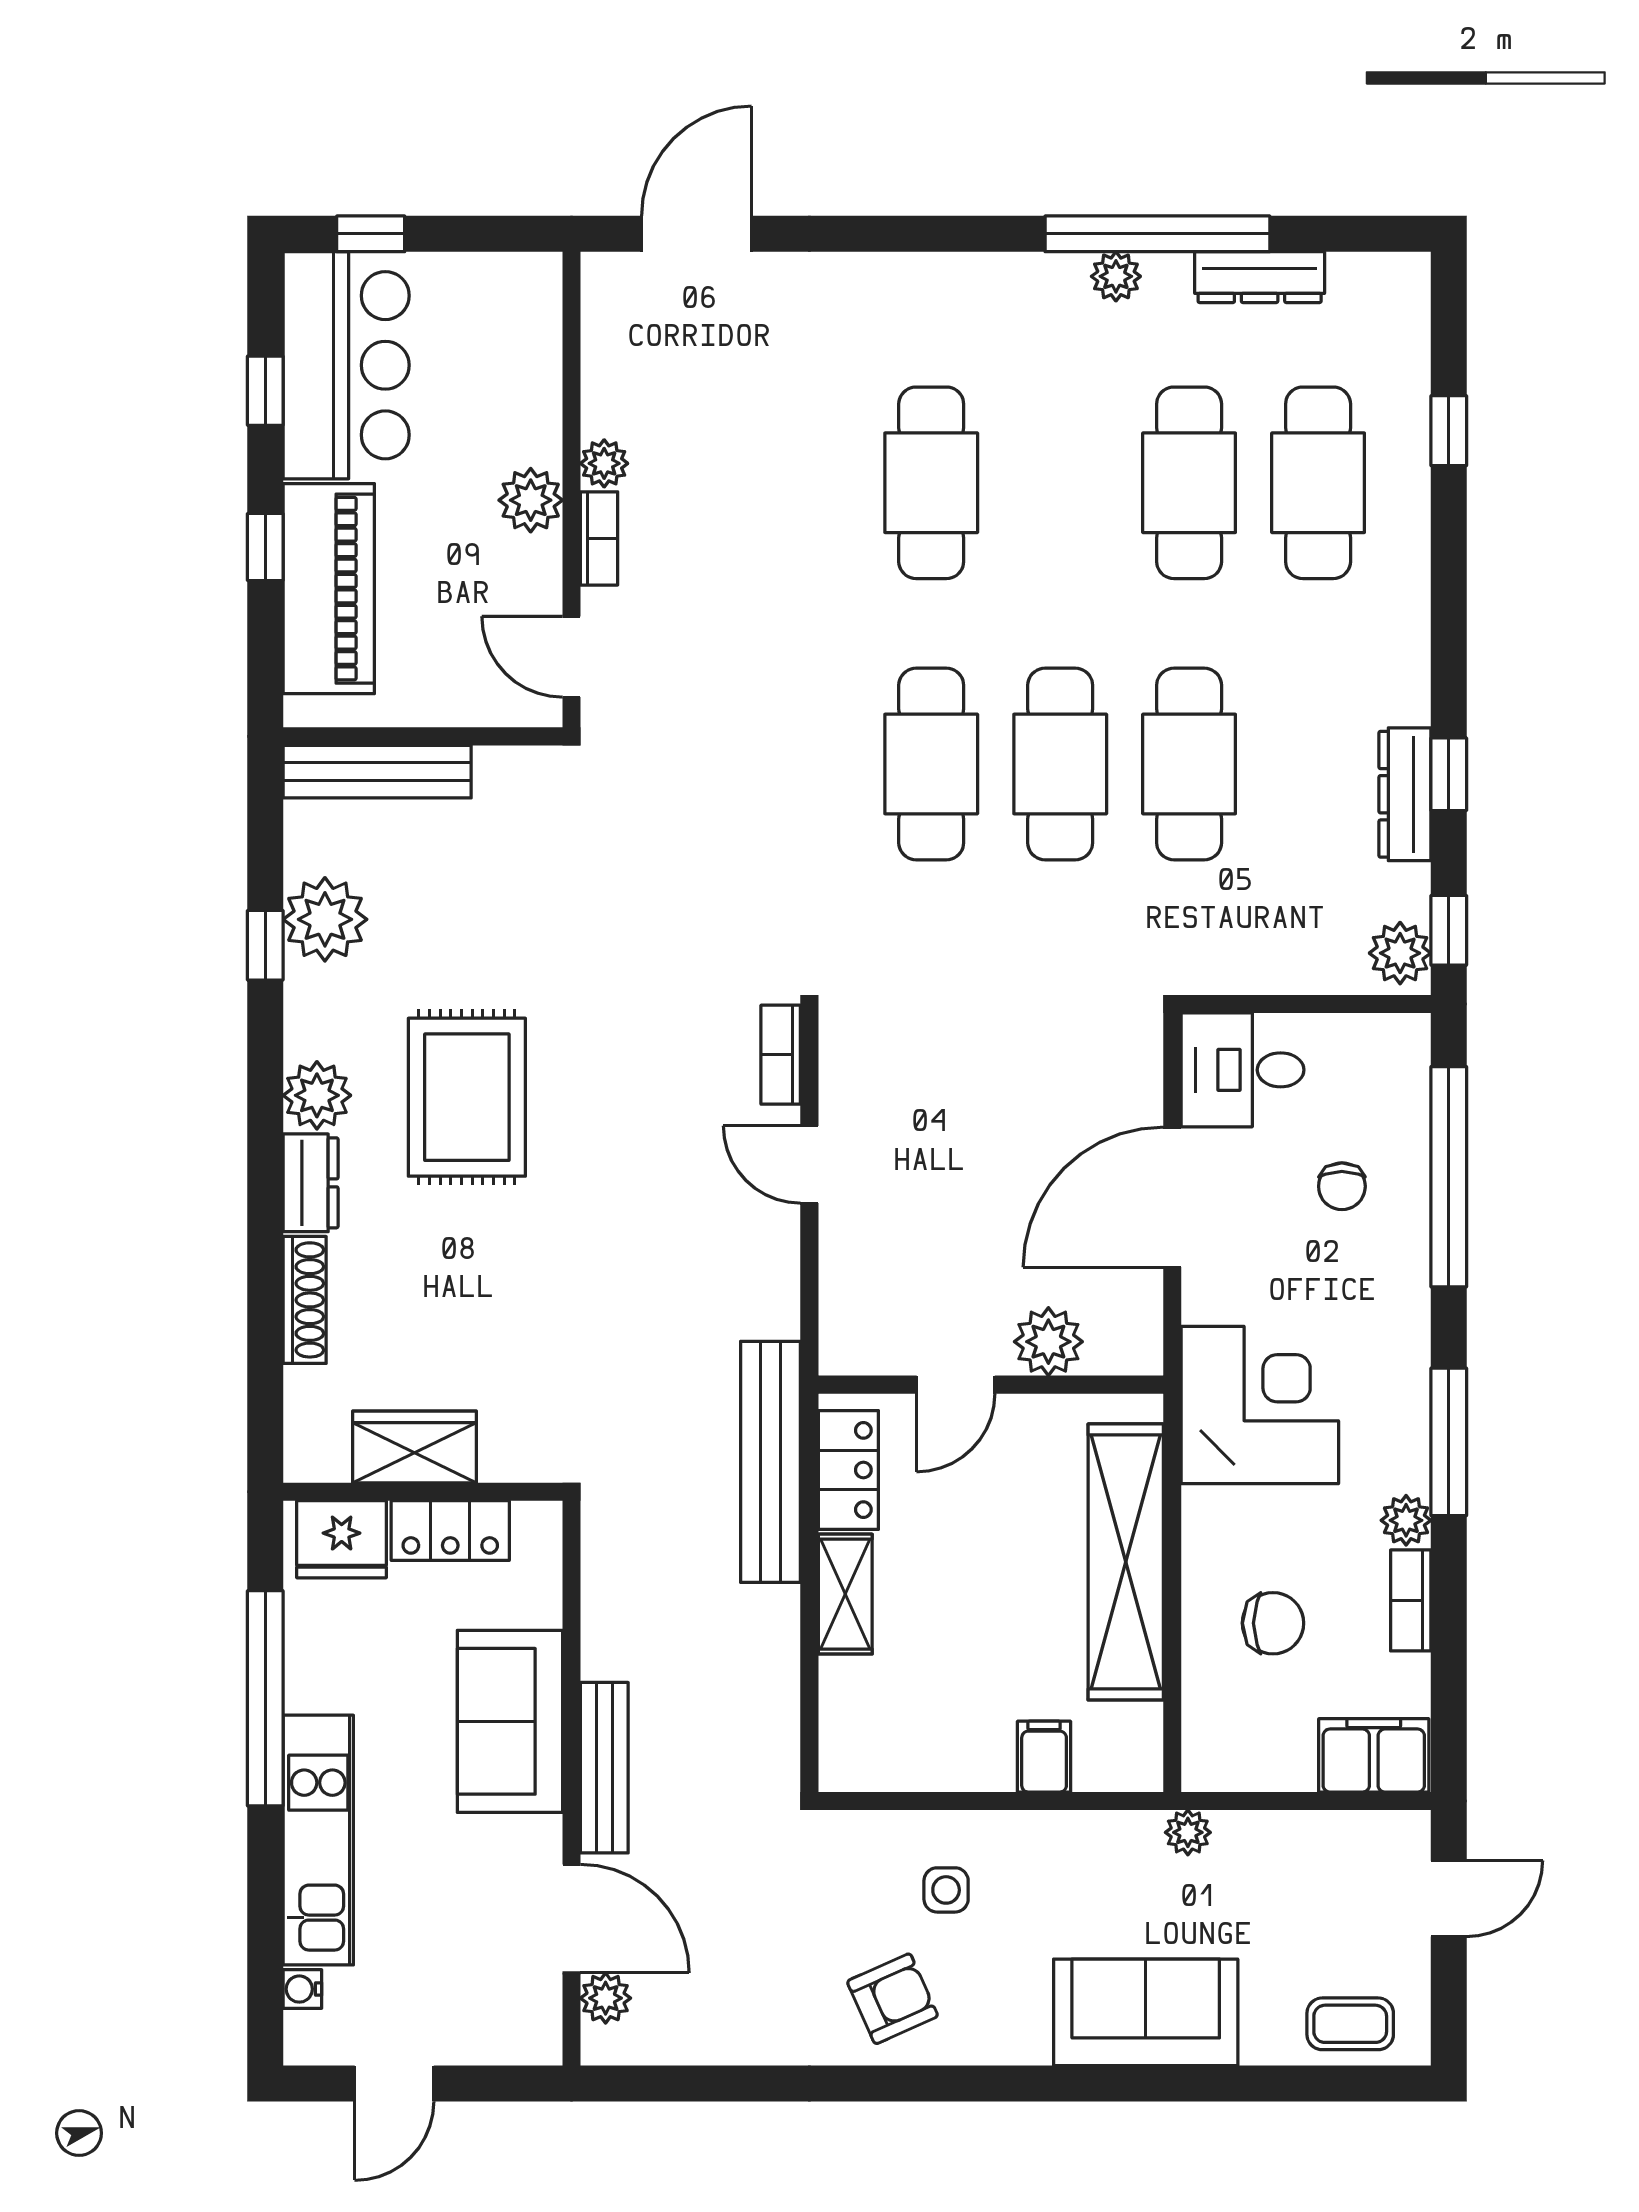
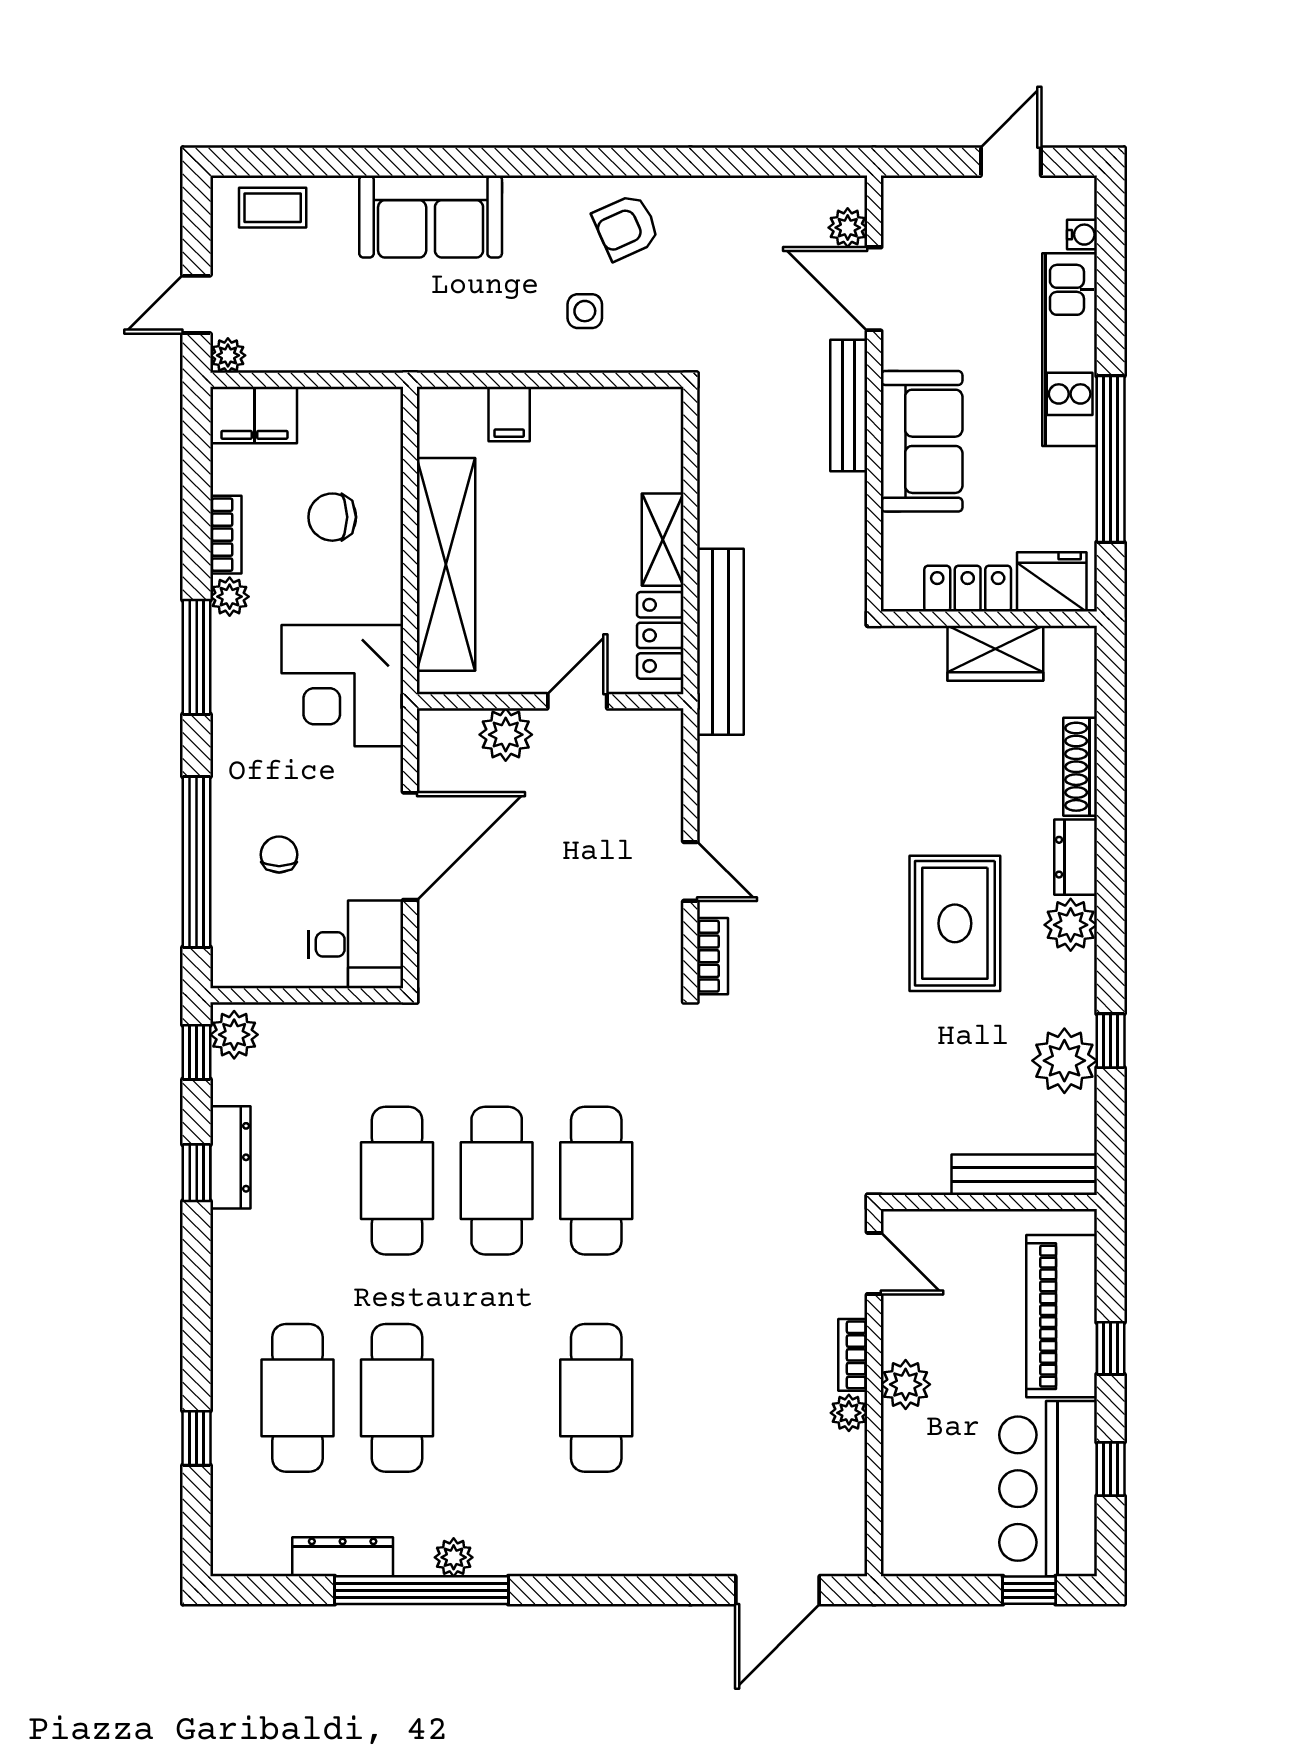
plant: (1188, 1832) -> (228, 355), moved

